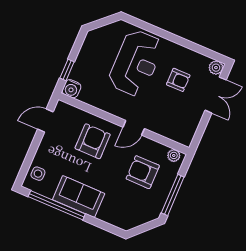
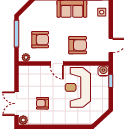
reception desk: (136, 63) -> (78, 87), moved
door: (134, 128) -> (57, 64), swing flipped
armchair: (93, 141) -> (78, 45), turned -90

